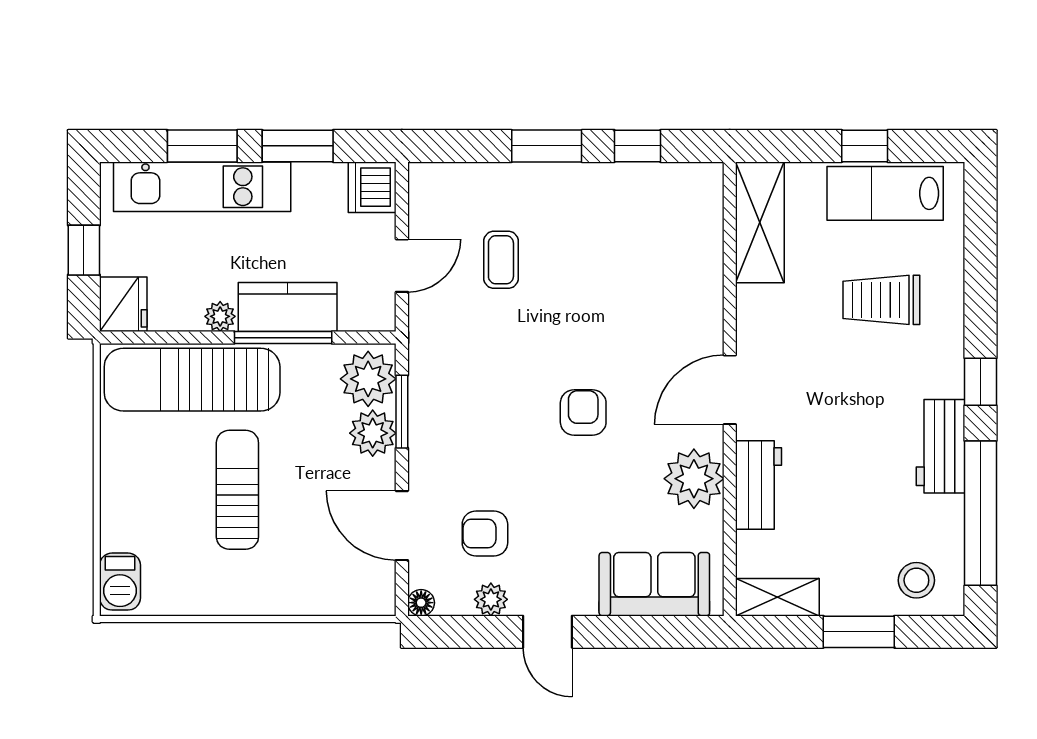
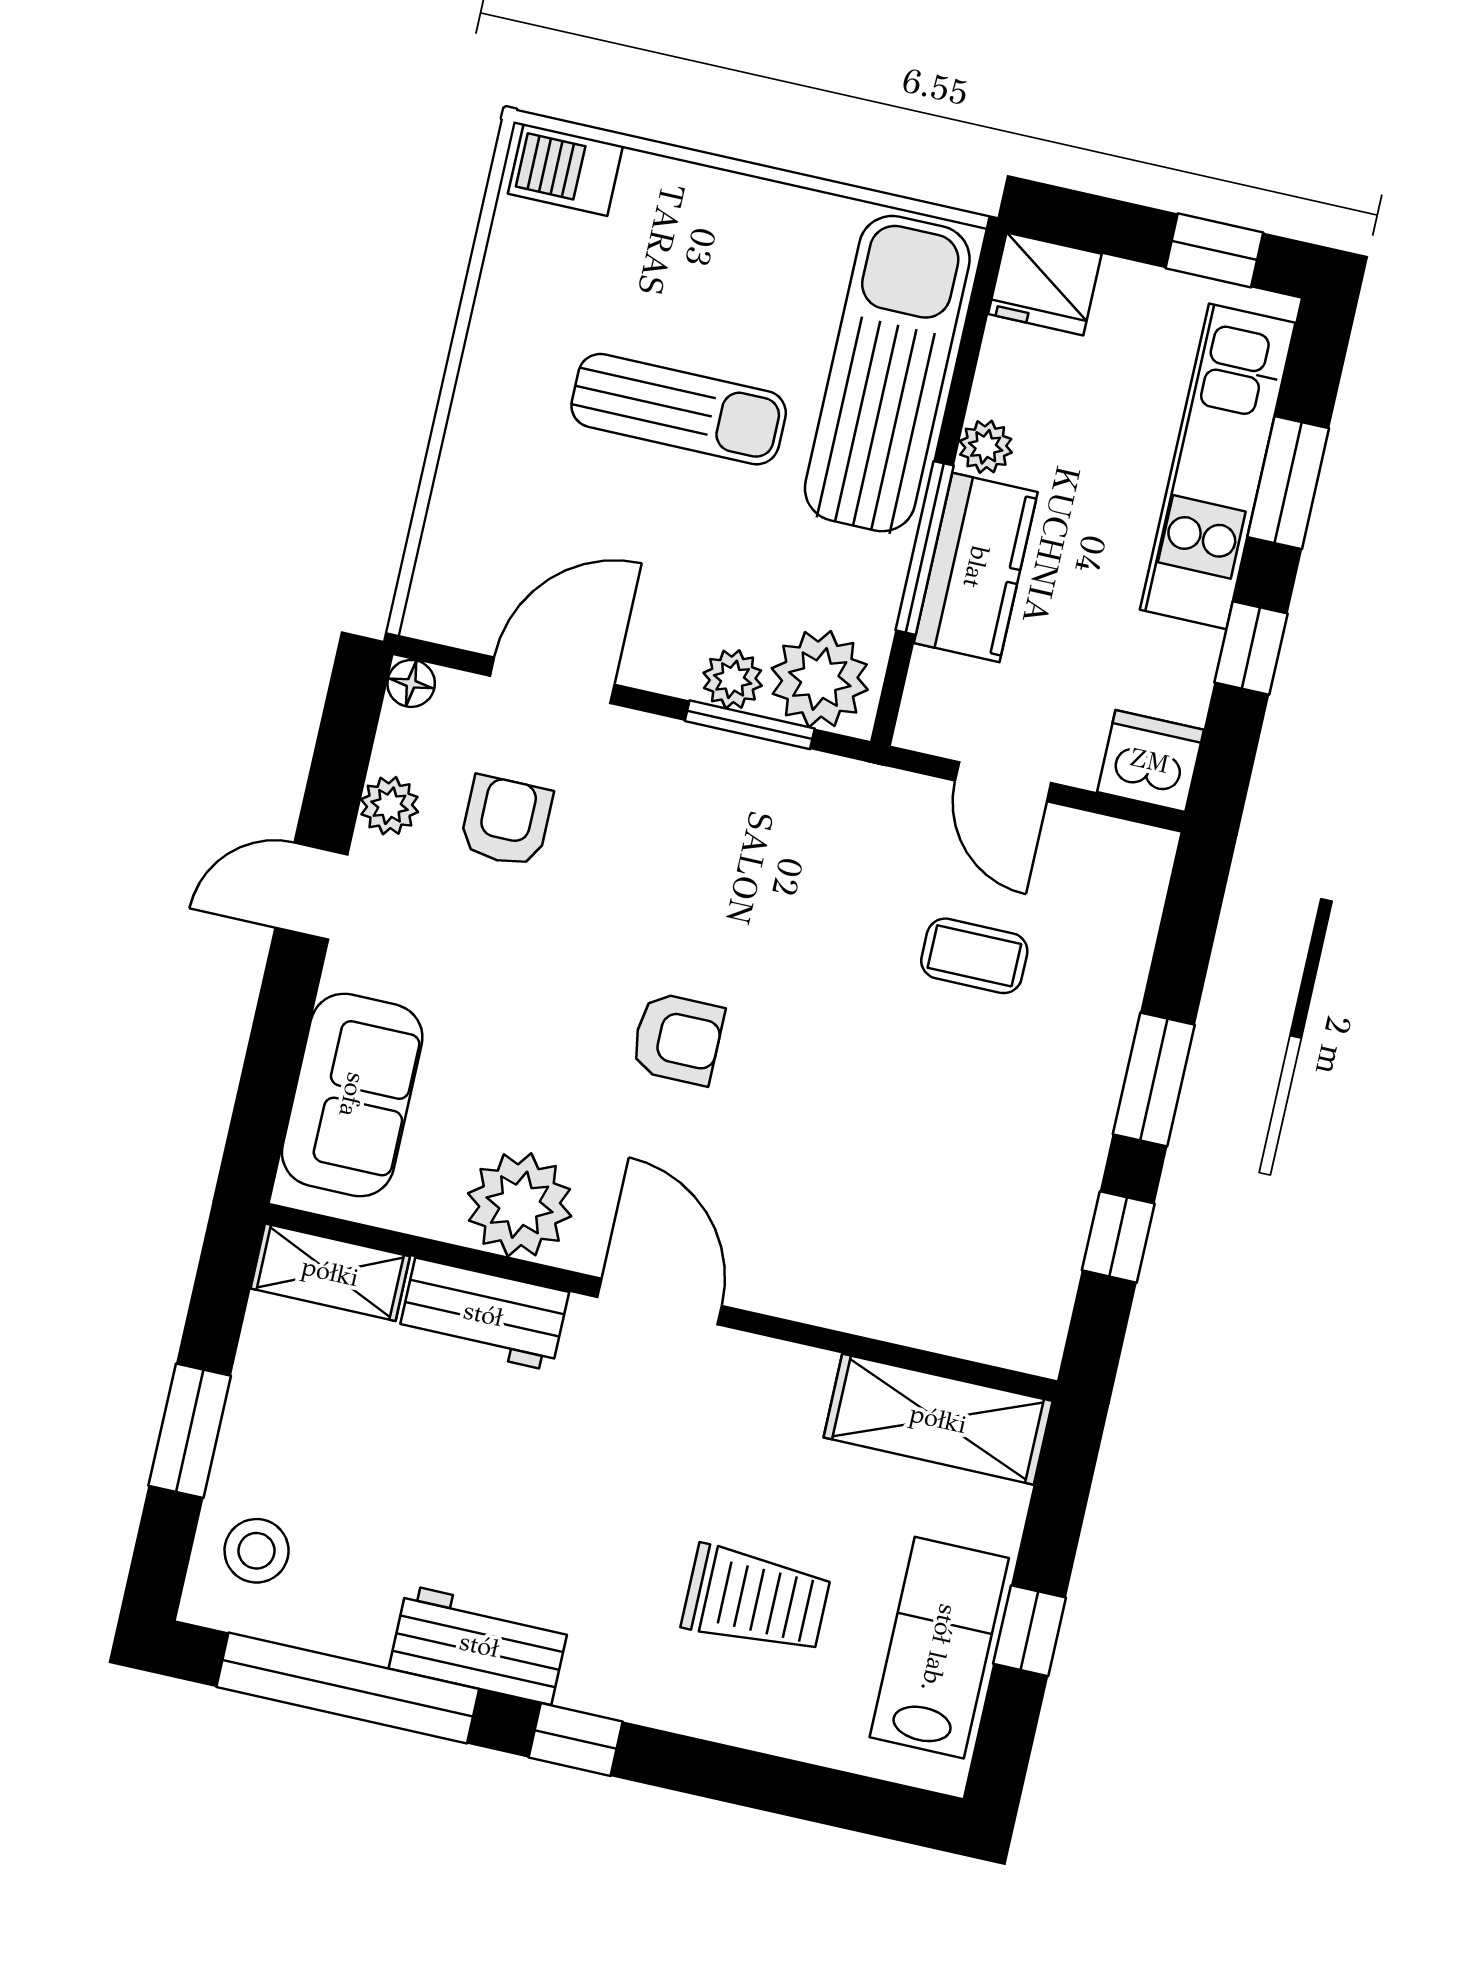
window: (298, 146) -> (1251, 648), width x0.67
window: (84, 250) -> (1214, 250), moved
trolley: (881, 300) -> (756, 1600), turned 90
plant: (373, 433) -> (733, 679), width x0.73, depth x0.73
shelving: (777, 597) -> (330, 1272), moved, turned 90

